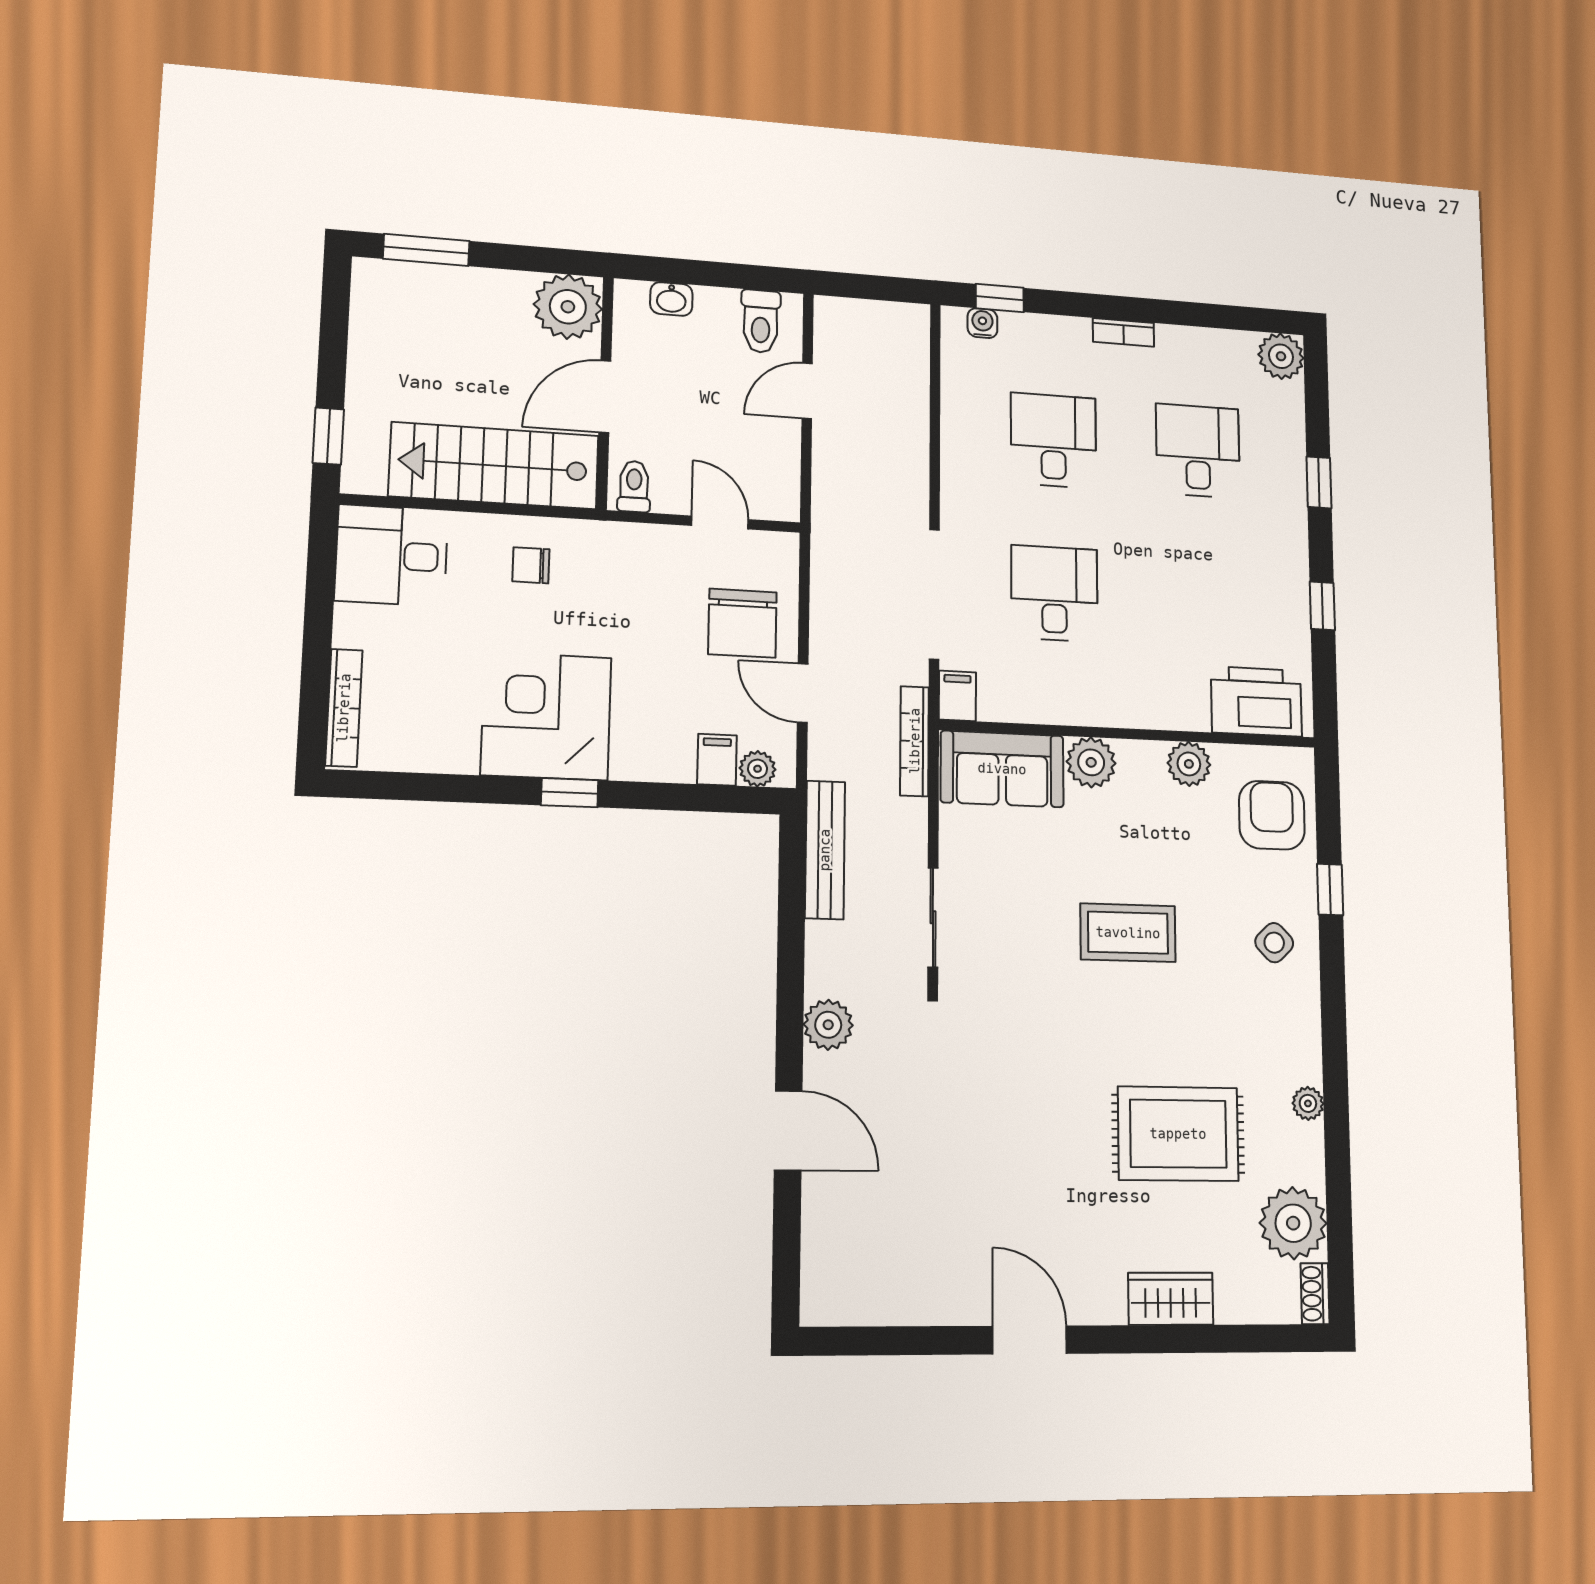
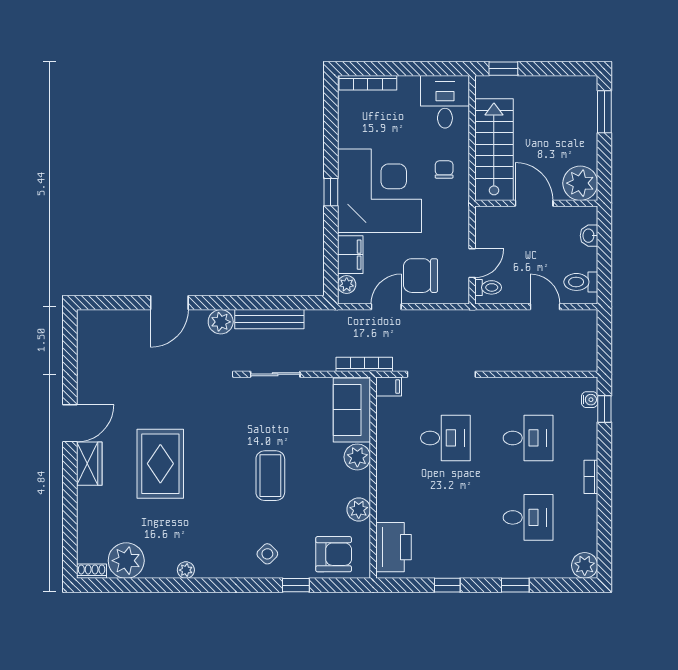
toilet: (634, 486) -> (488, 287), moved
corner desk: (546, 716) -> (379, 191), width x1.36, depth x1.36
filing cabinet: (717, 760) -> (350, 255), width x2.00
bench: (825, 850) -> (269, 319), moved
rug: (1178, 1134) -> (160, 464), moved
wardrobe: (1171, 1299) -> (89, 464), moved

